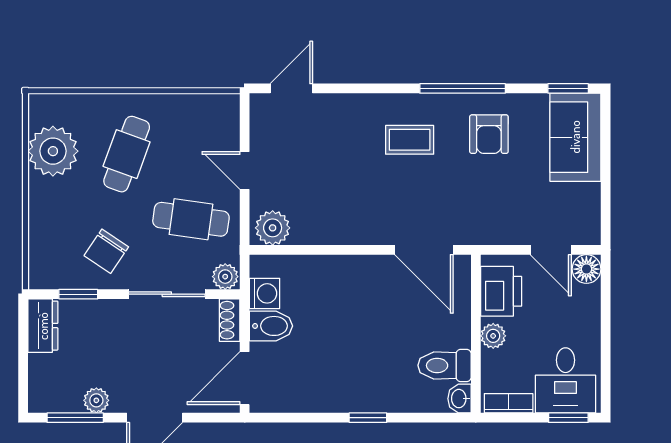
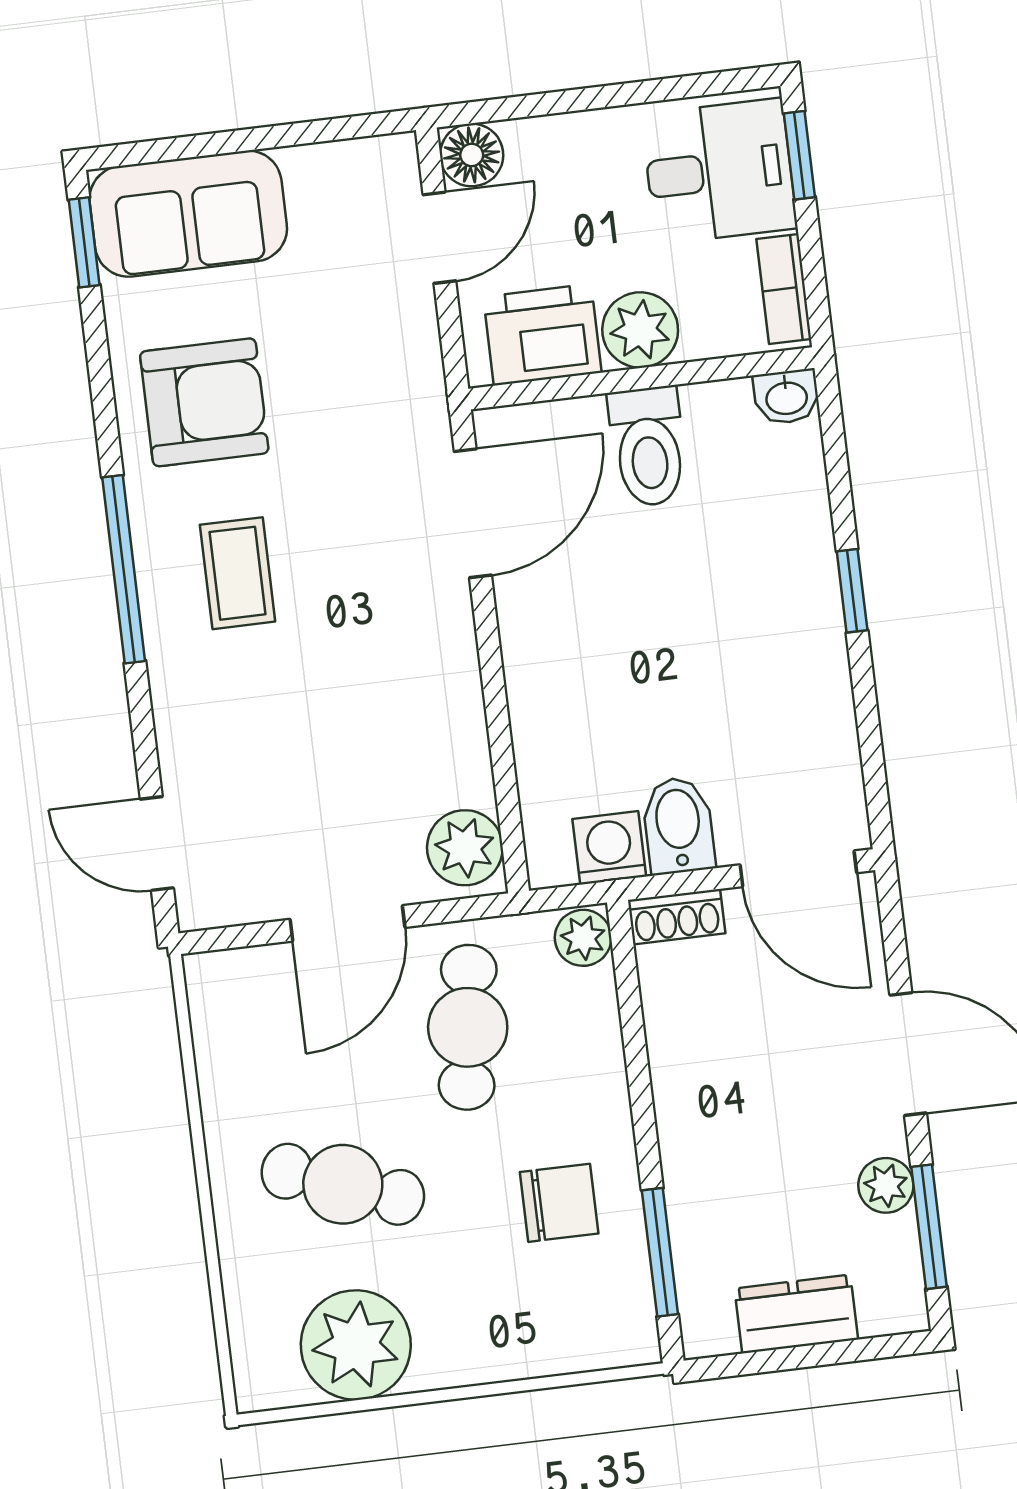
window: (463, 88) -> (124, 569), moved
armchair: (489, 134) -> (204, 402), width x1.38, depth x1.38
door: (245, 171) -> (348, 923), width x1.38
chair: (106, 251) -> (559, 1203), turned -34
window: (78, 294) -> (660, 1252), width x1.50
sliding door: (167, 294) -> (637, 1060), removed
dresser: (43, 326) -> (796, 1314), moved
plant: (493, 336) -> (640, 330), width x1.38, depth x1.38
toilet: (445, 365) -> (648, 447), moved

